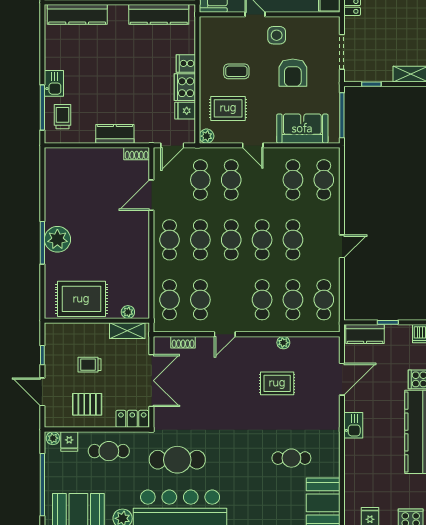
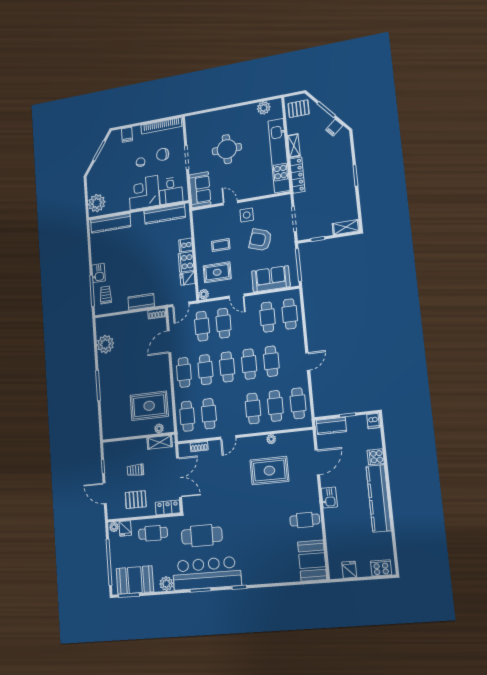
armchair: (293, 73) -> (260, 240), turned 108
plant: (57, 239) -> (105, 344), moved
rug: (81, 299) -> (149, 406), moved
rug: (277, 383) -> (269, 471), width x1.36, depth x1.43
cafe table: (291, 458) -> (305, 520), moved

